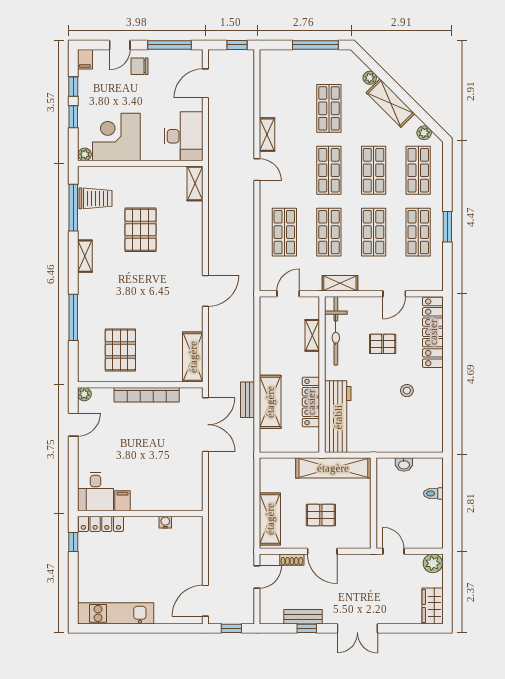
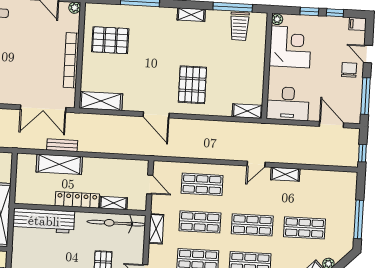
pallet: (141, 230) -> (192, 85), moved, turned 90
locker: (311, 402) -> (77, 200), moved

